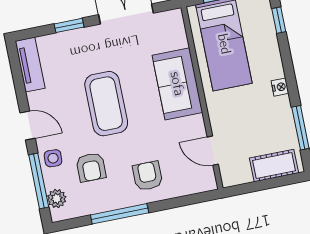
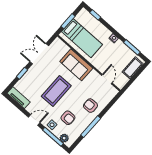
coffee table: (106, 104) -> (56, 91), turned 90
door: (213, 151) -> (107, 79), swing flipped

